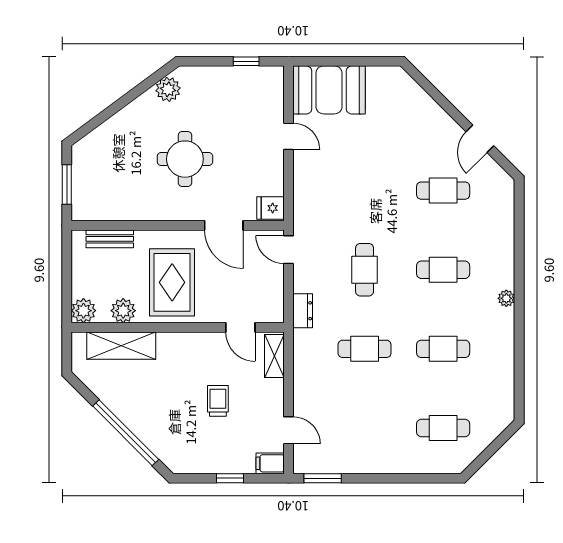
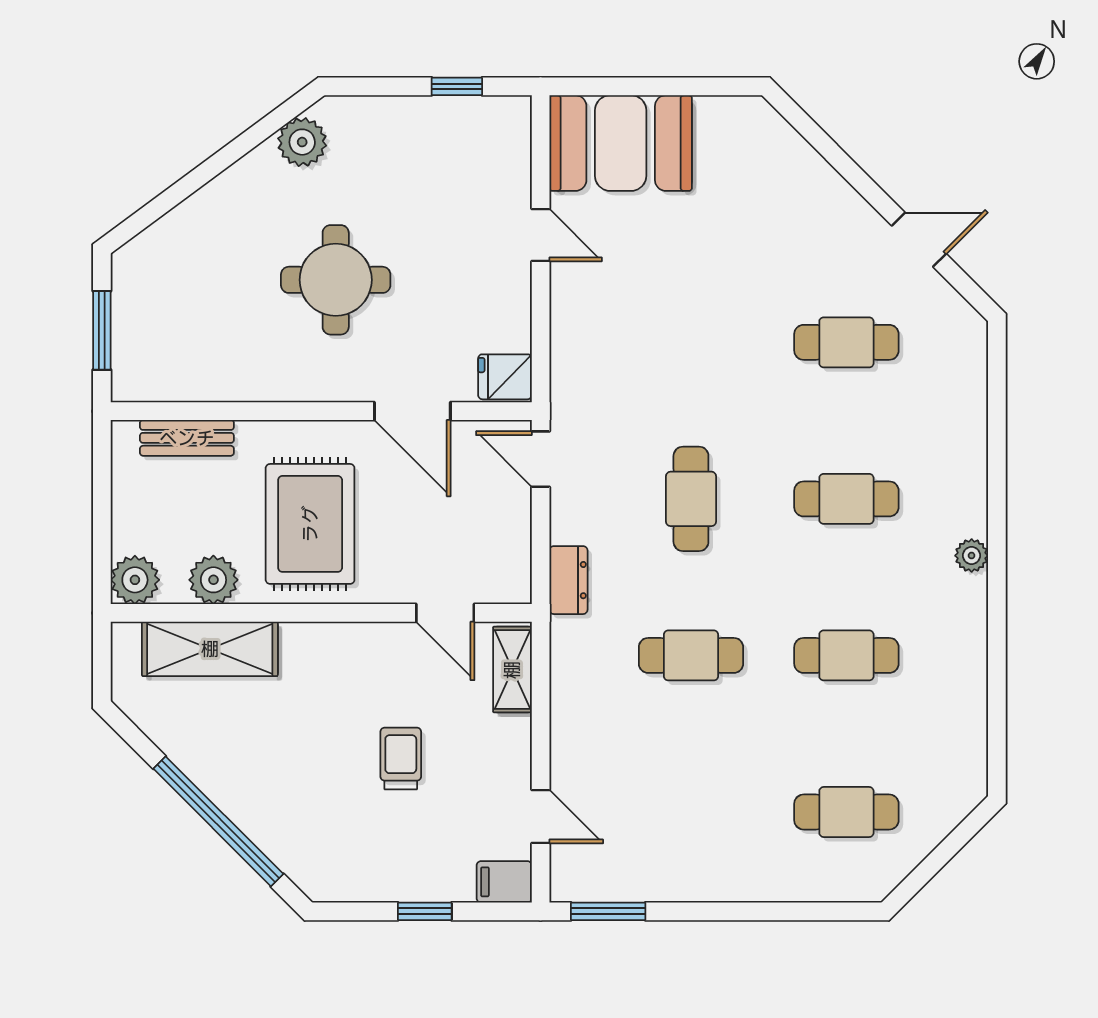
door: (480, 139) -> (919, 240), swing flipped

